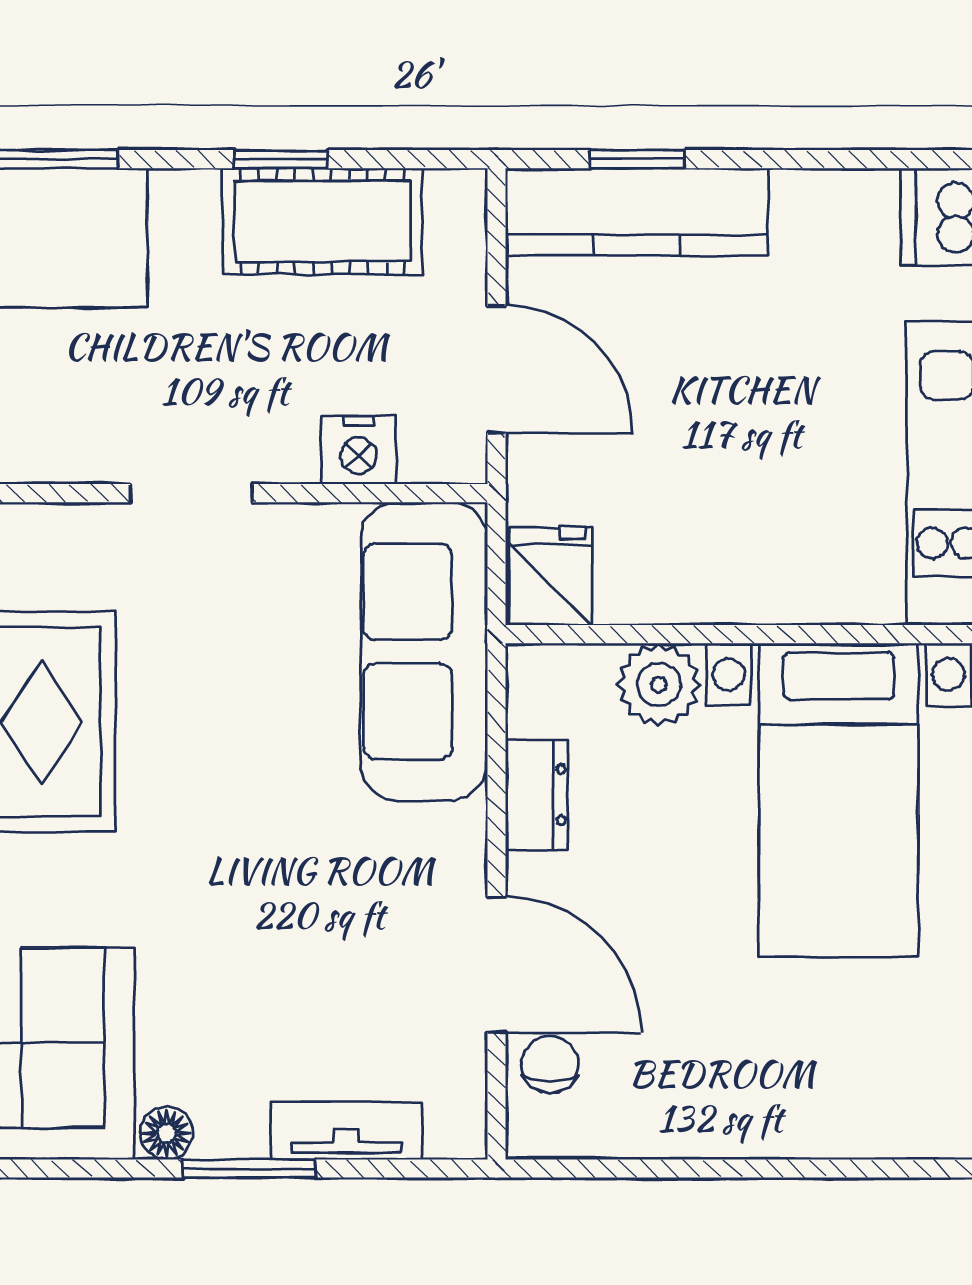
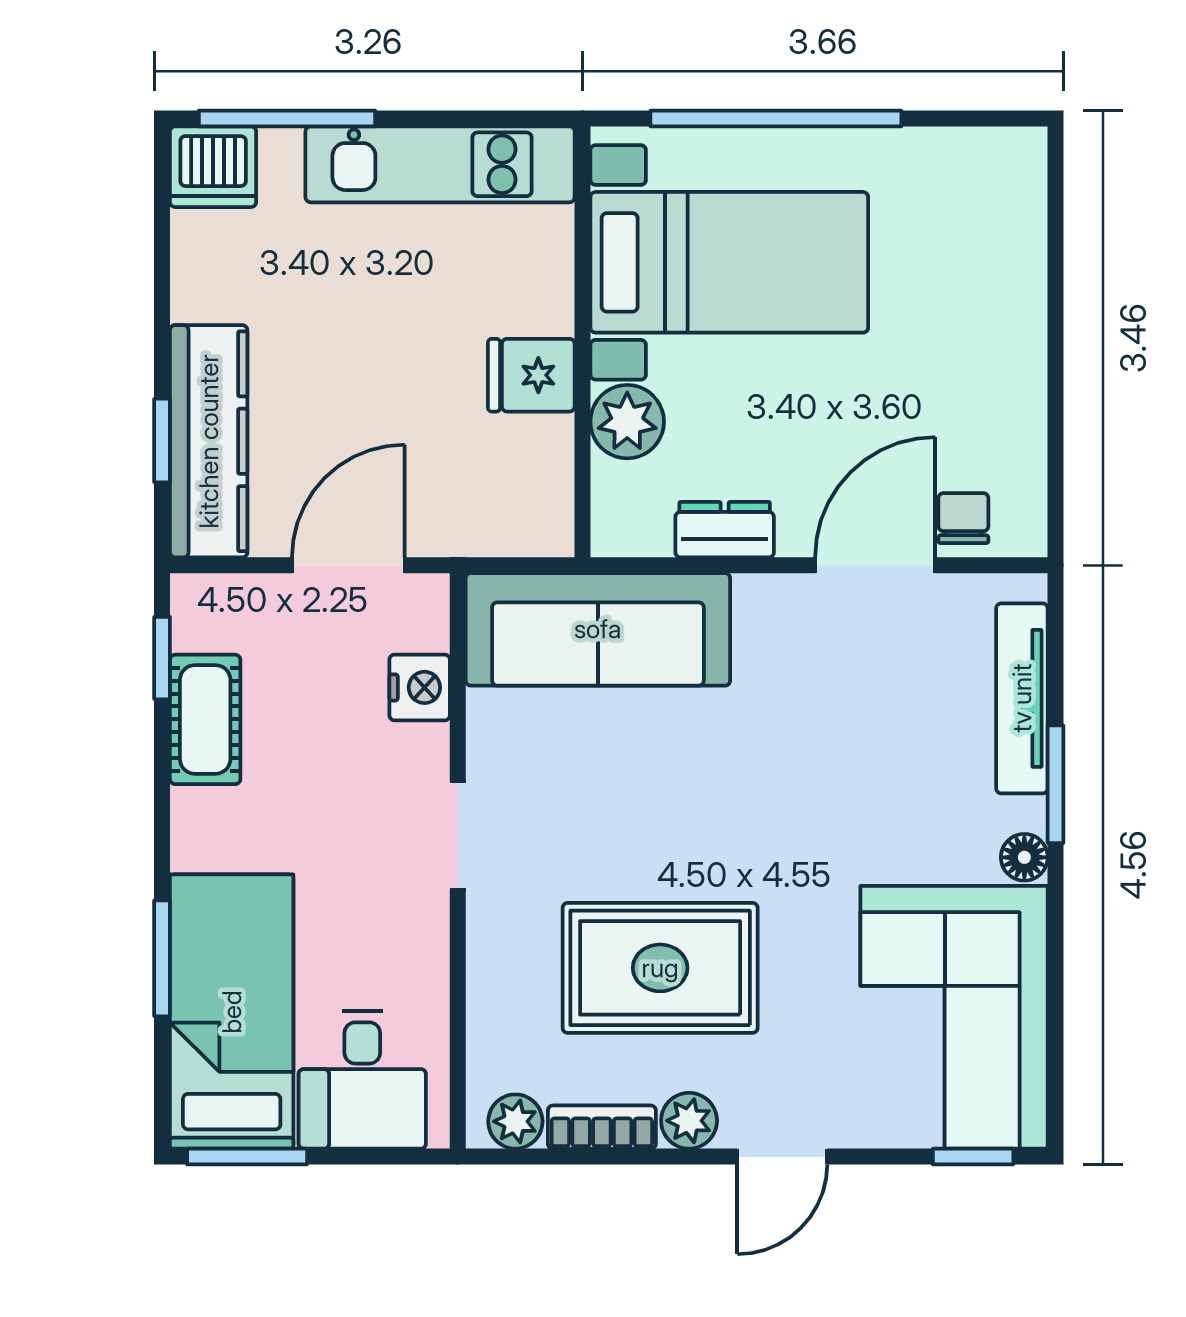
window: (281, 159) -> (162, 658), moved
cot: (322, 221) -> (205, 719), width x0.73, depth x0.75
fridge: (551, 576) -> (531, 375), moved
chair: (550, 1064) -> (963, 518), turned 90
tv unit: (346, 1130) -> (1022, 698), width x1.41

